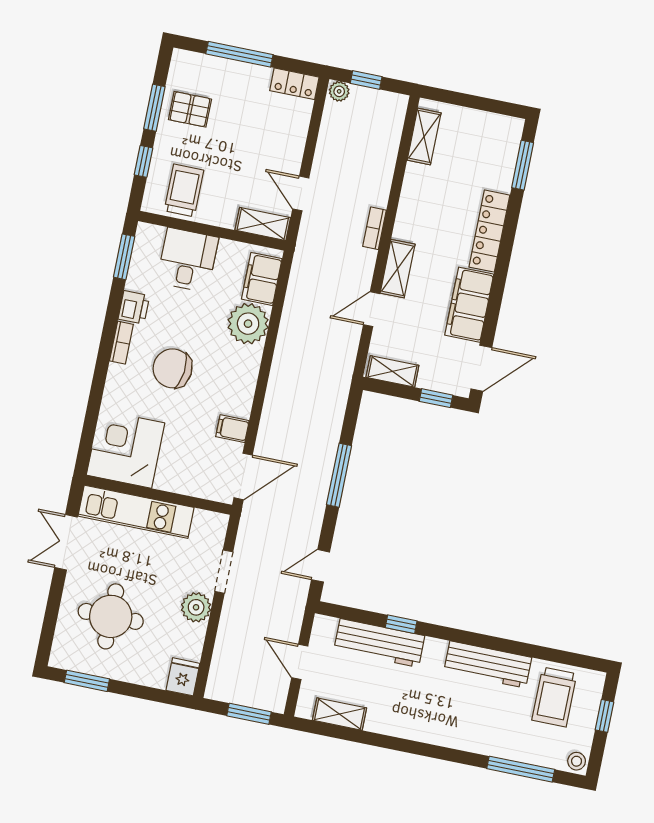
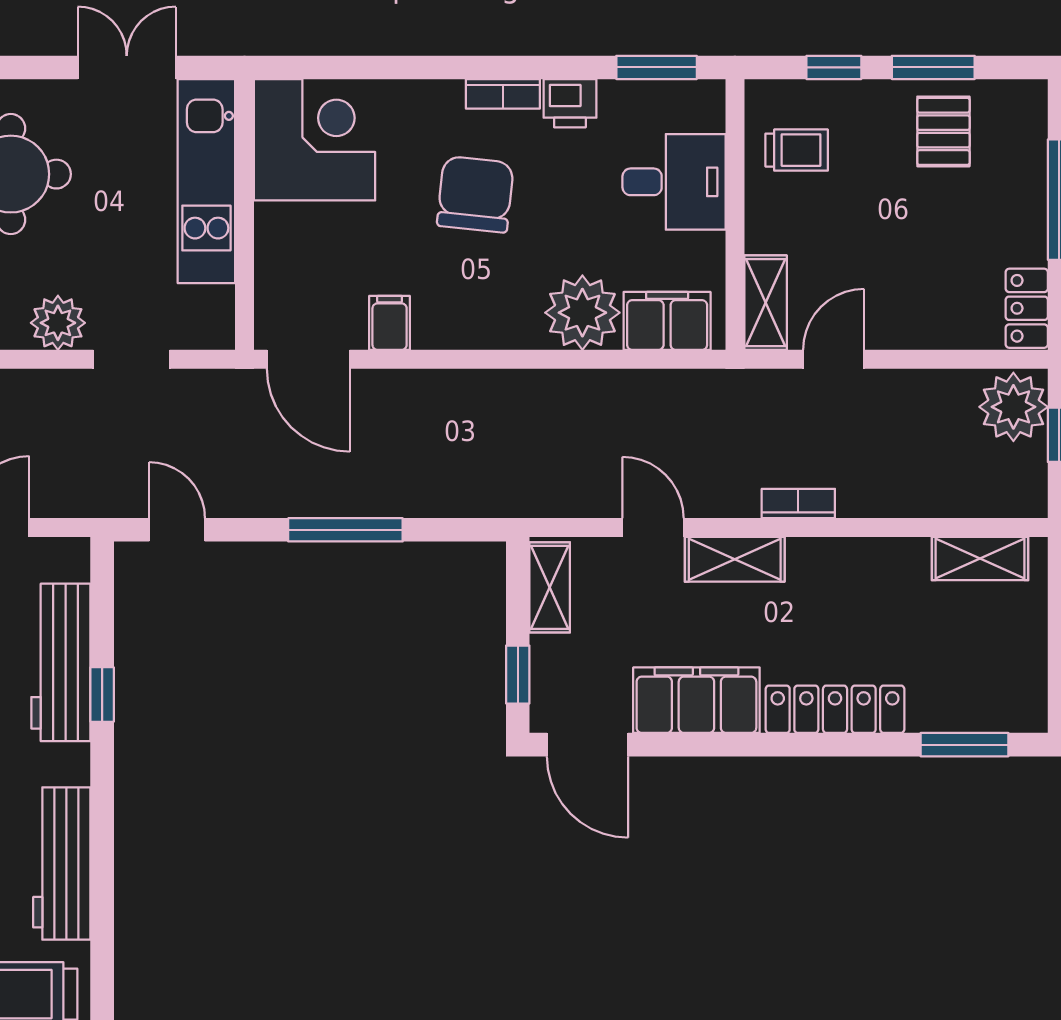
plant: (339, 91) -> (1013, 407), width x1.88, depth x1.88
trolley: (184, 190) -> (797, 150), width x0.73, depth x0.72

